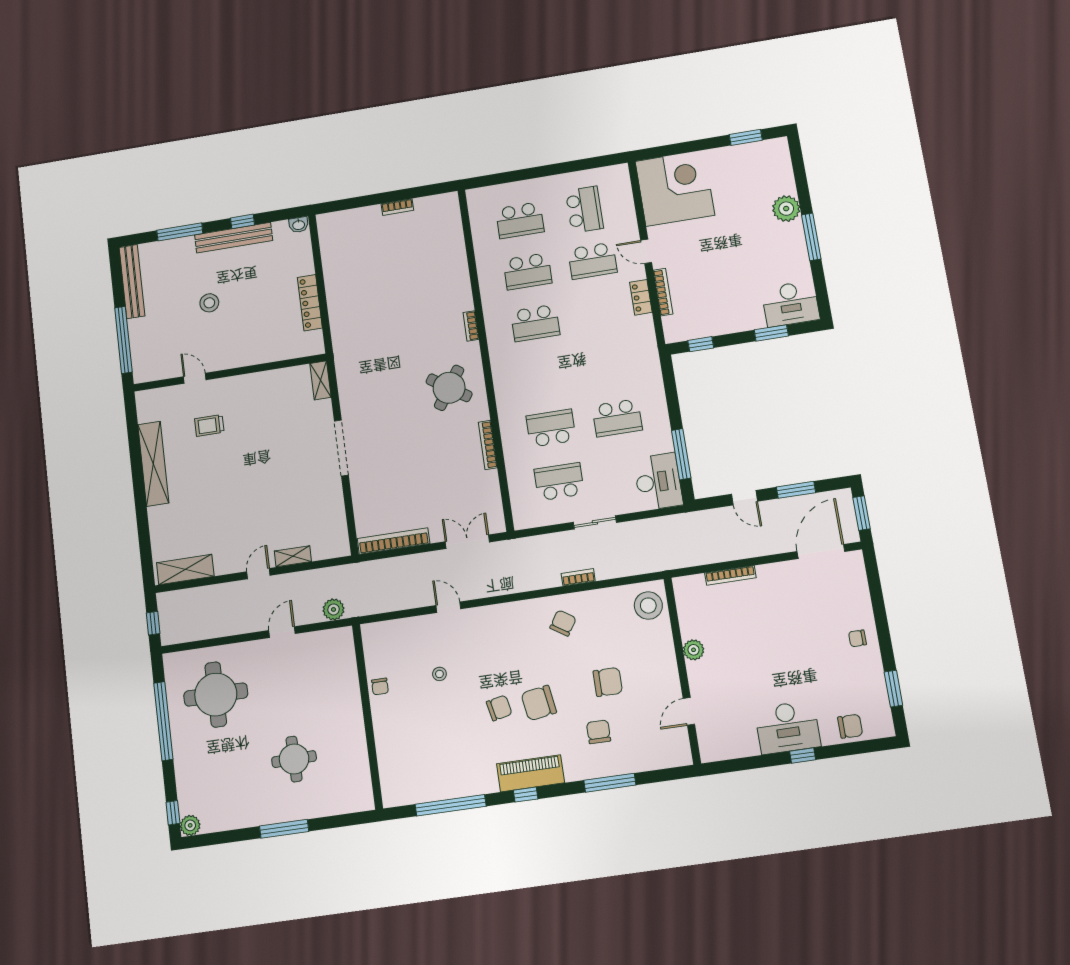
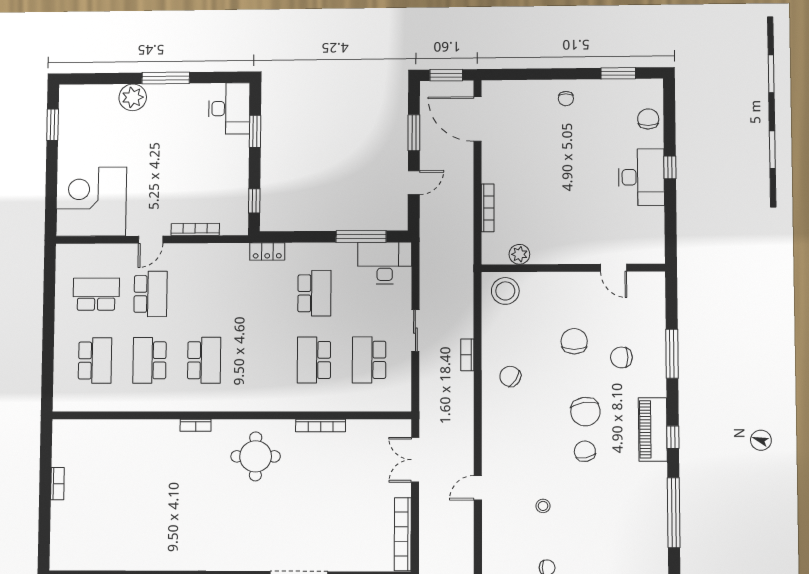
school desk: (527, 271) -> (149, 360), turned 180
locker: (641, 297) -> (267, 251), moved
round table: (449, 388) -> (256, 456), turned -34
plant: (694, 650) -> (519, 254), moved

